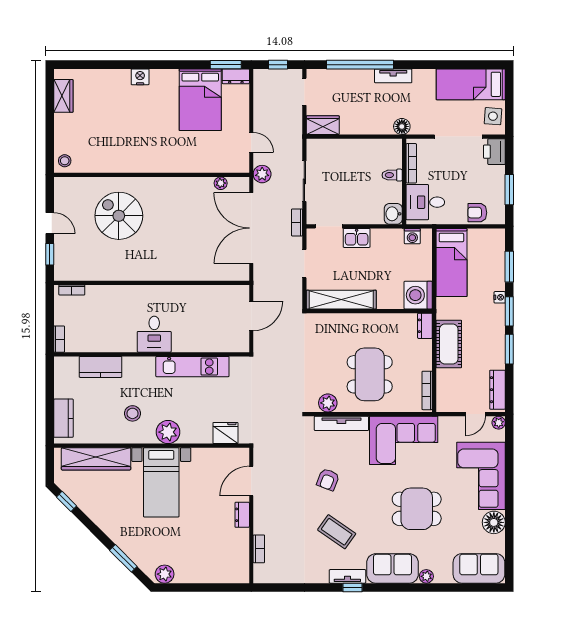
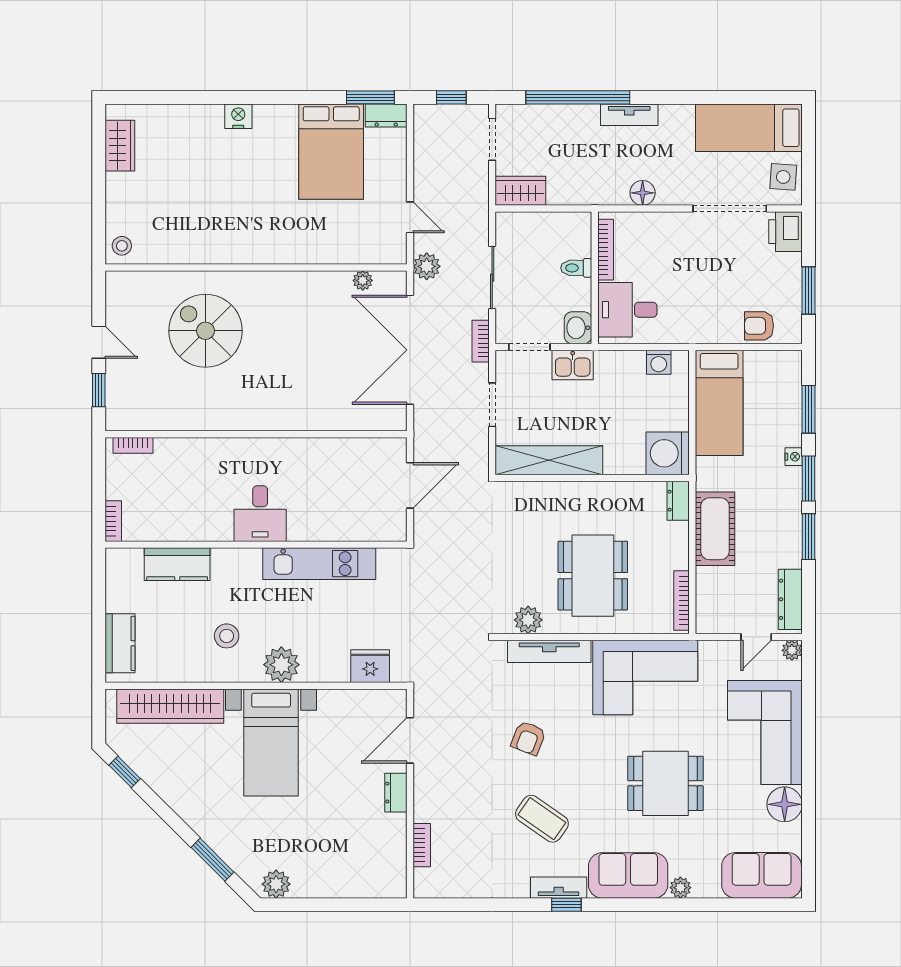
bookcase: (411, 163) -> (606, 250), moved
toilet: (392, 175) -> (576, 268), moved
wall: (404, 181) -> (595, 278), moved
desk: (425, 202) -> (627, 310), moved
washbasin: (393, 214) -> (578, 328), moved

